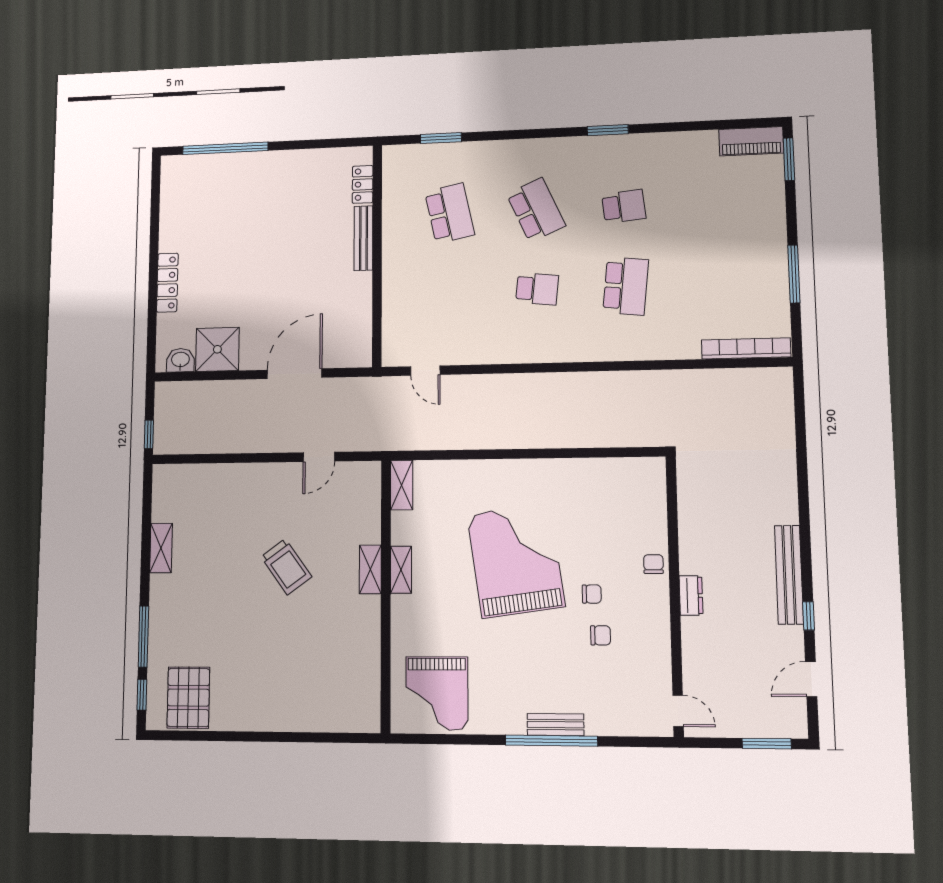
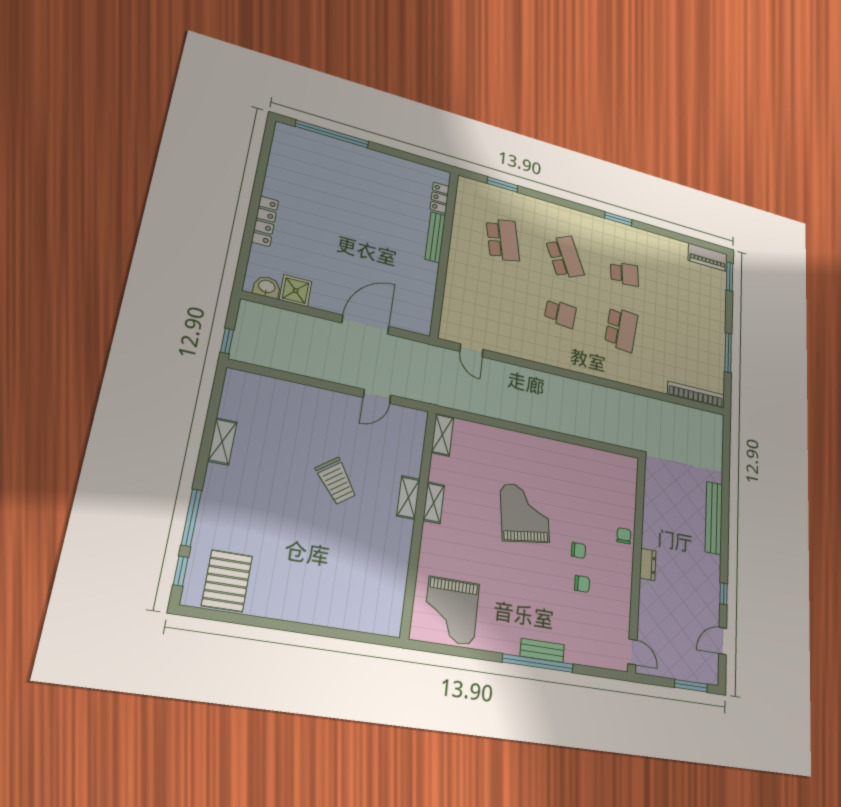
shower: (217, 349) -> (296, 291), width x0.73, depth x0.73
grand piano: (516, 560) -> (525, 513), width x0.73, depth x0.68
bench: (789, 575) -> (714, 518), moved

